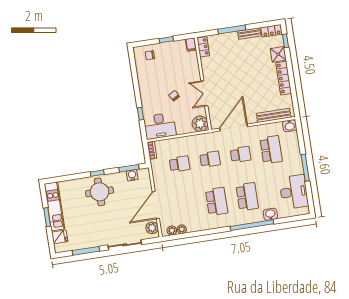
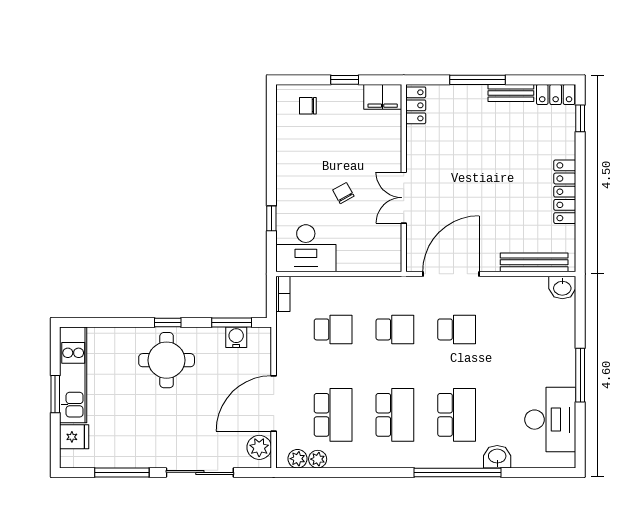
filing cabinet: (191, 44) -> (383, 97), width x2.00
shower: (278, 54) -> (562, 143), removed
plant: (200, 124) -> (386, 256), removed
school desk: (271, 150) -> (333, 415), moved

